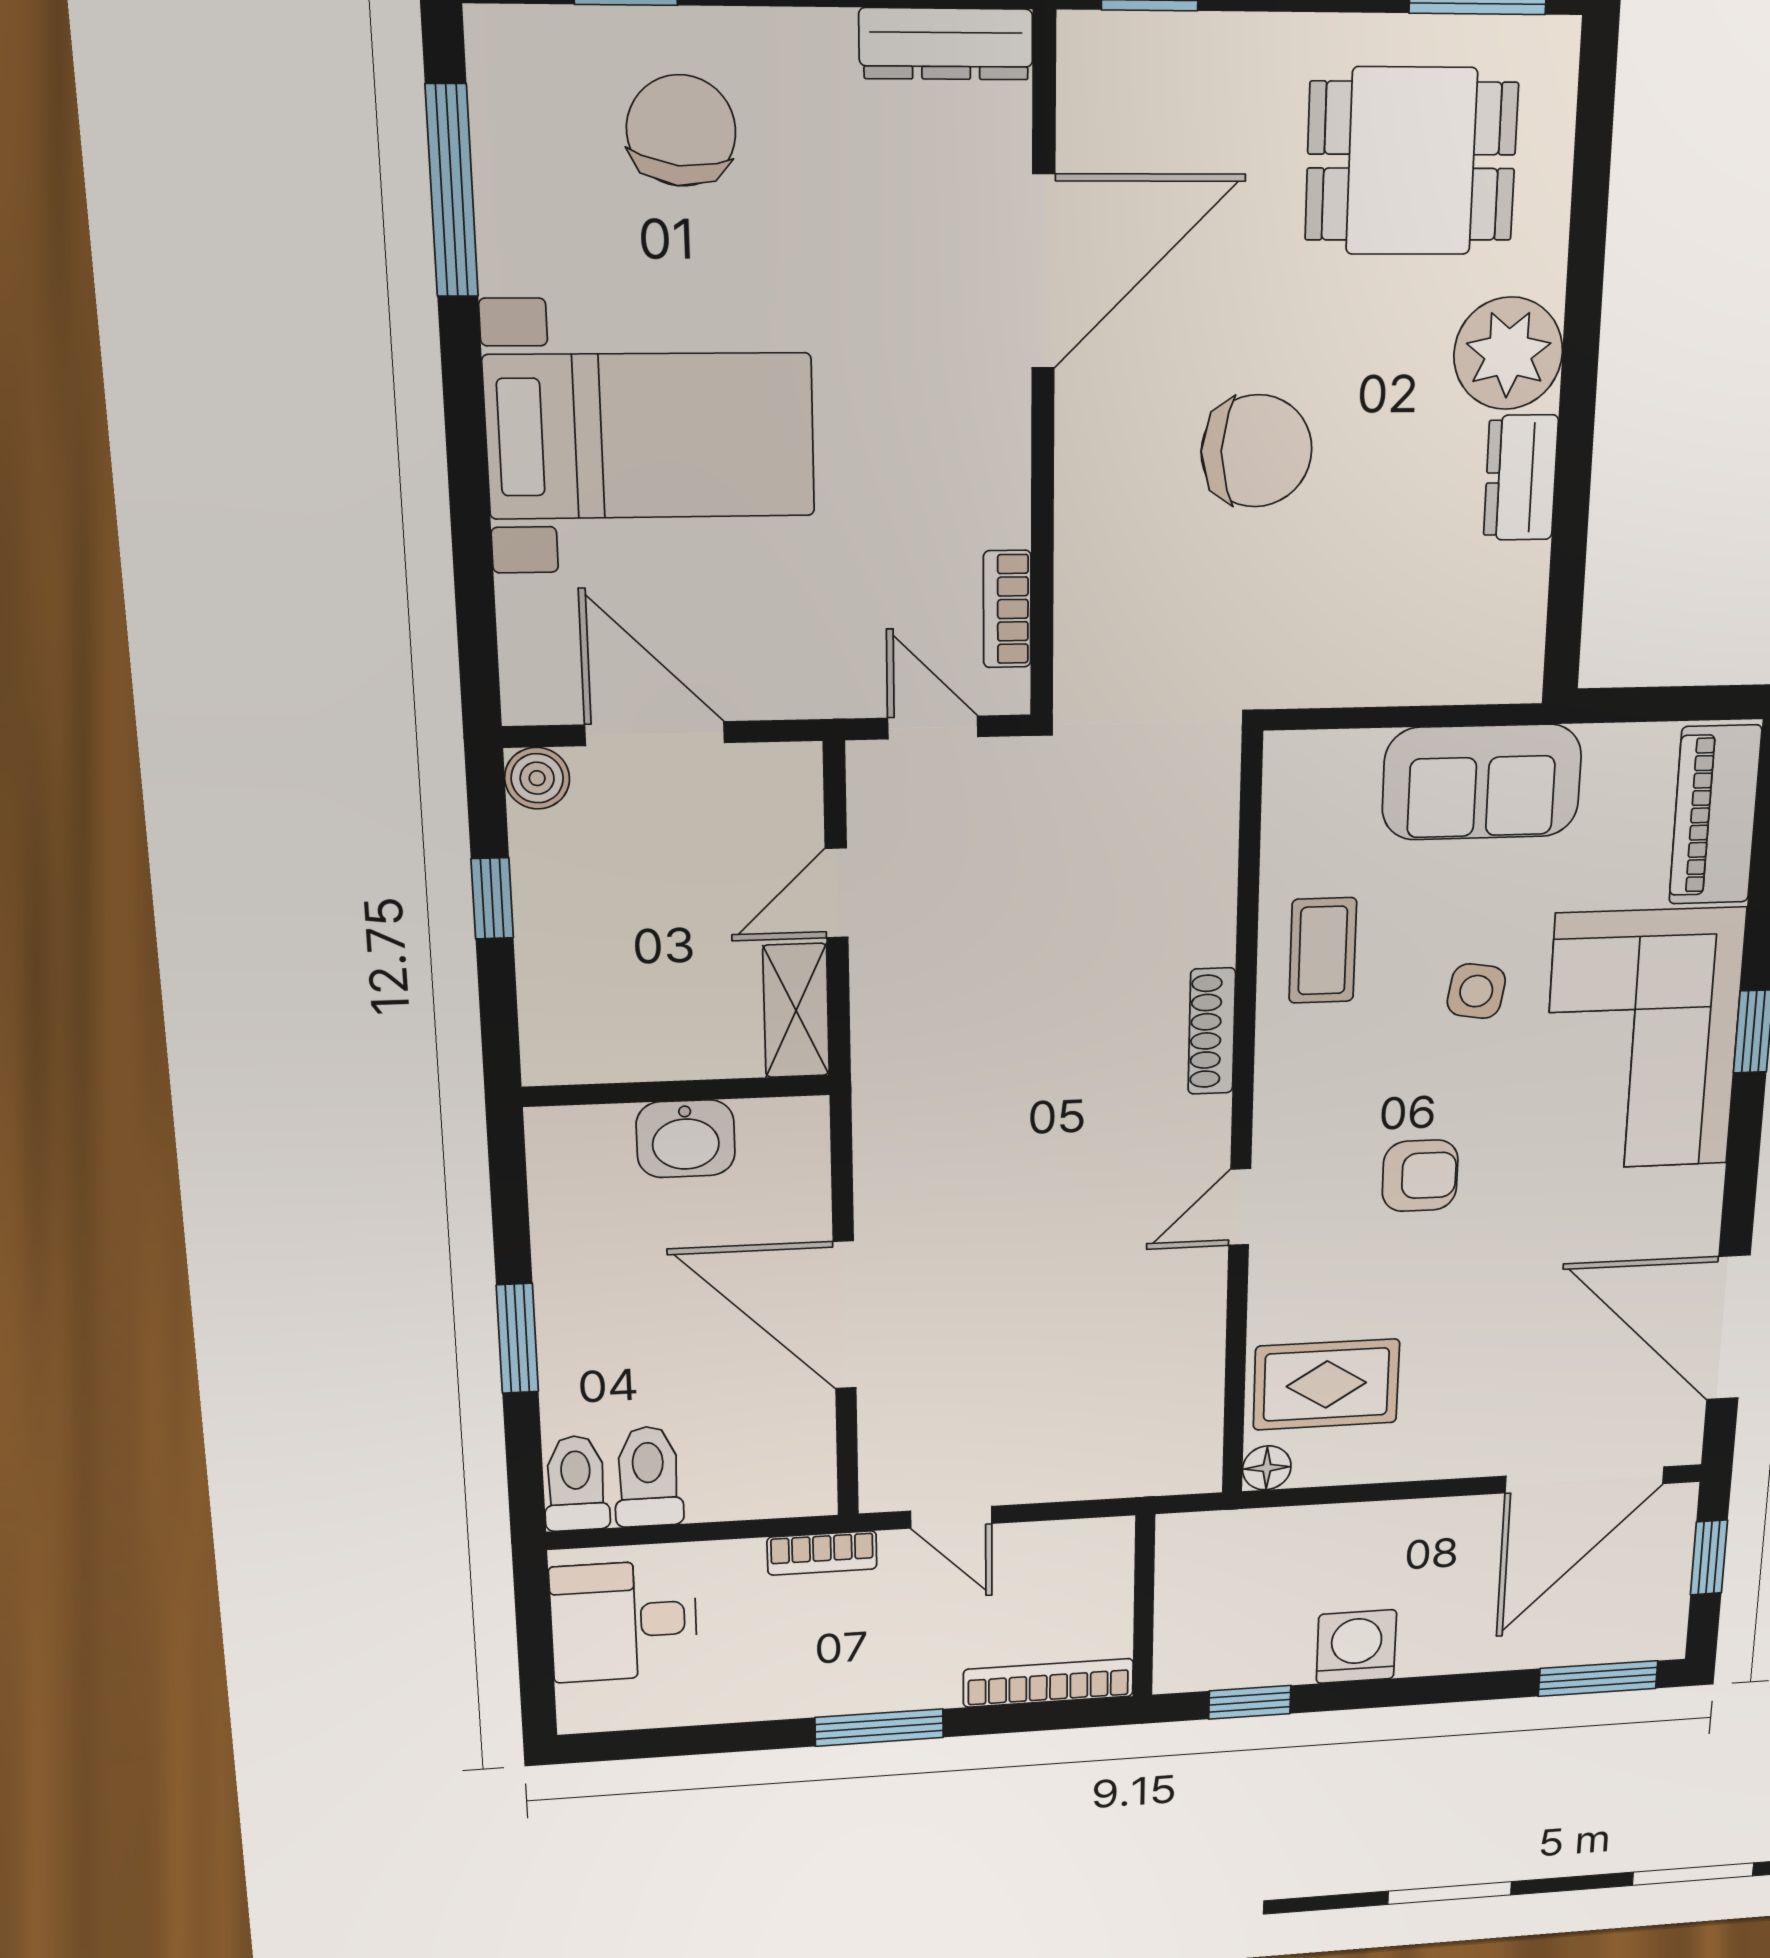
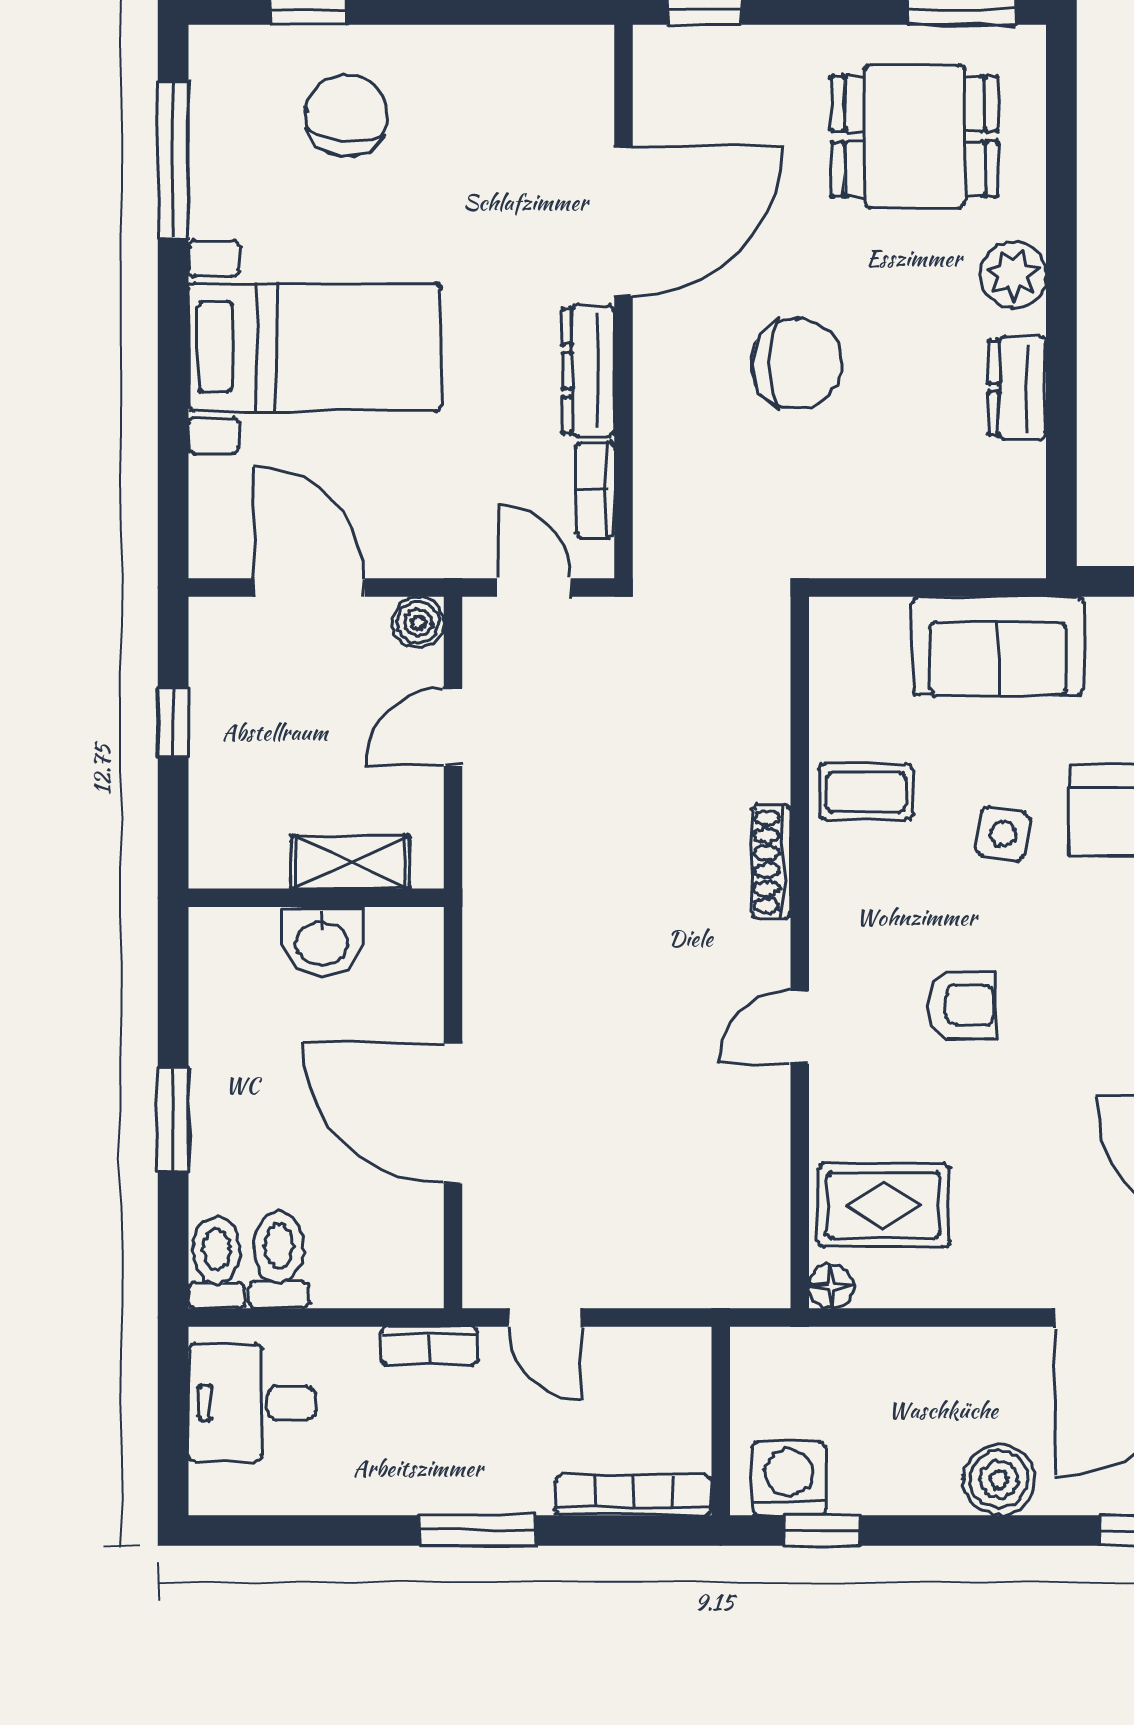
dresser: (946, 44) -> (588, 371), moved, turned 90
plant: (1508, 353) -> (1013, 275), width x0.73, depth x0.73
boiler: (537, 778) -> (418, 622), moved
coffee table: (1323, 950) -> (866, 792), turned 90
shelving: (796, 1011) -> (350, 862), moved, turned 90
boiler: (1438, 1642) -> (999, 1479), added
washing machine: (1356, 1647) -> (789, 1478), moved

